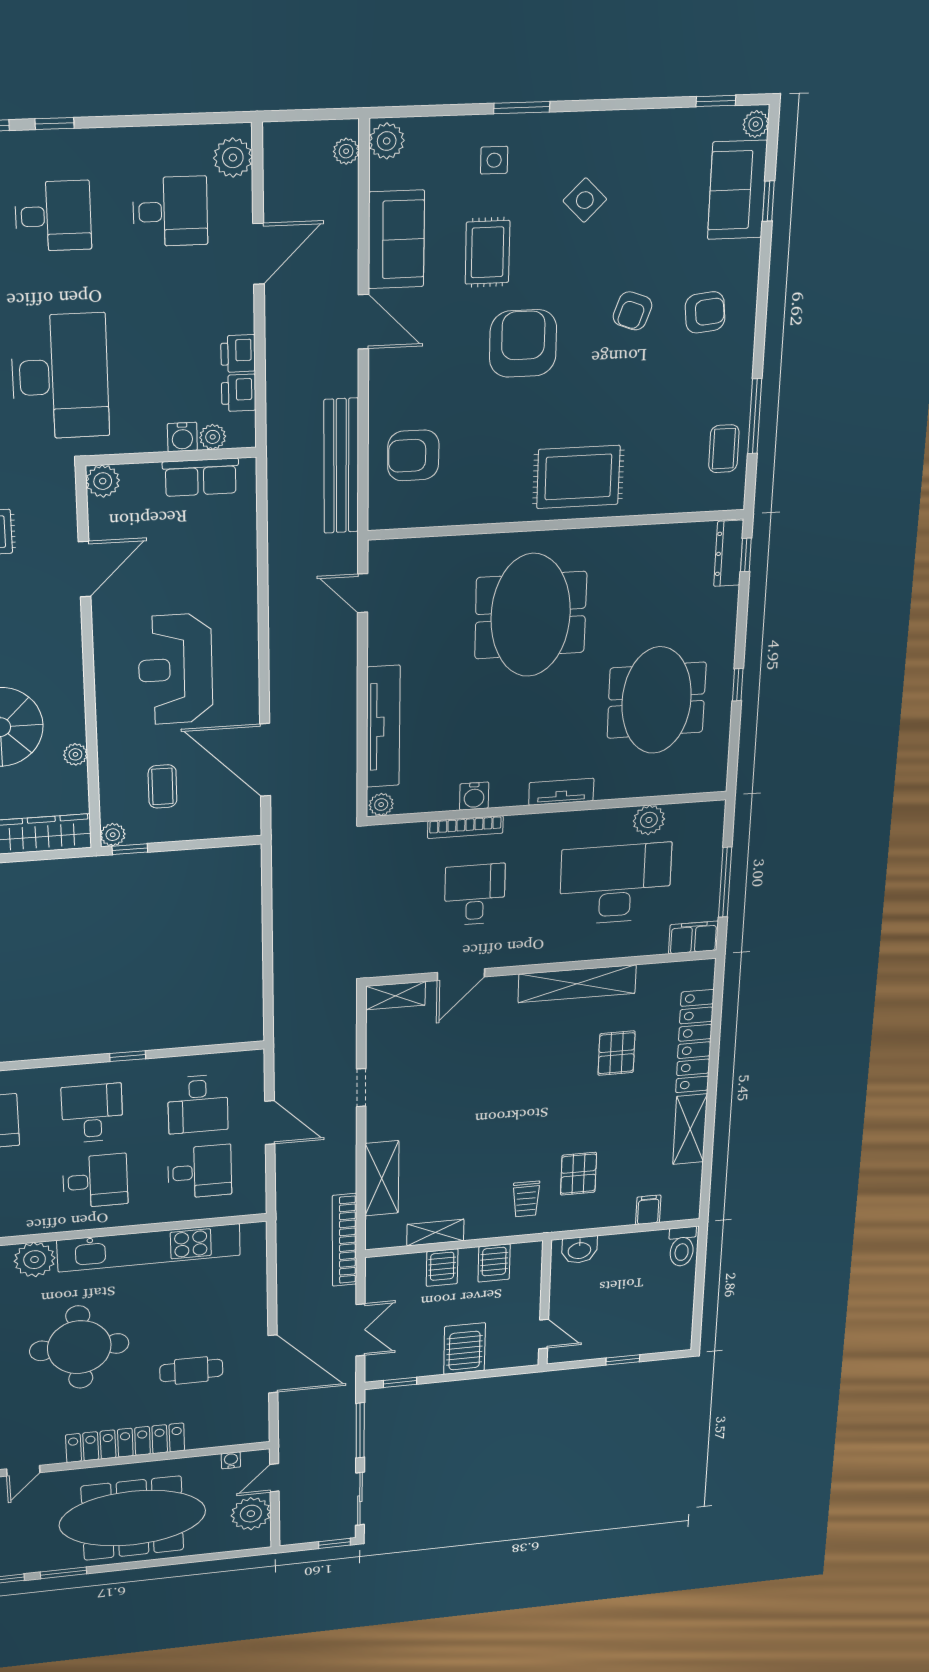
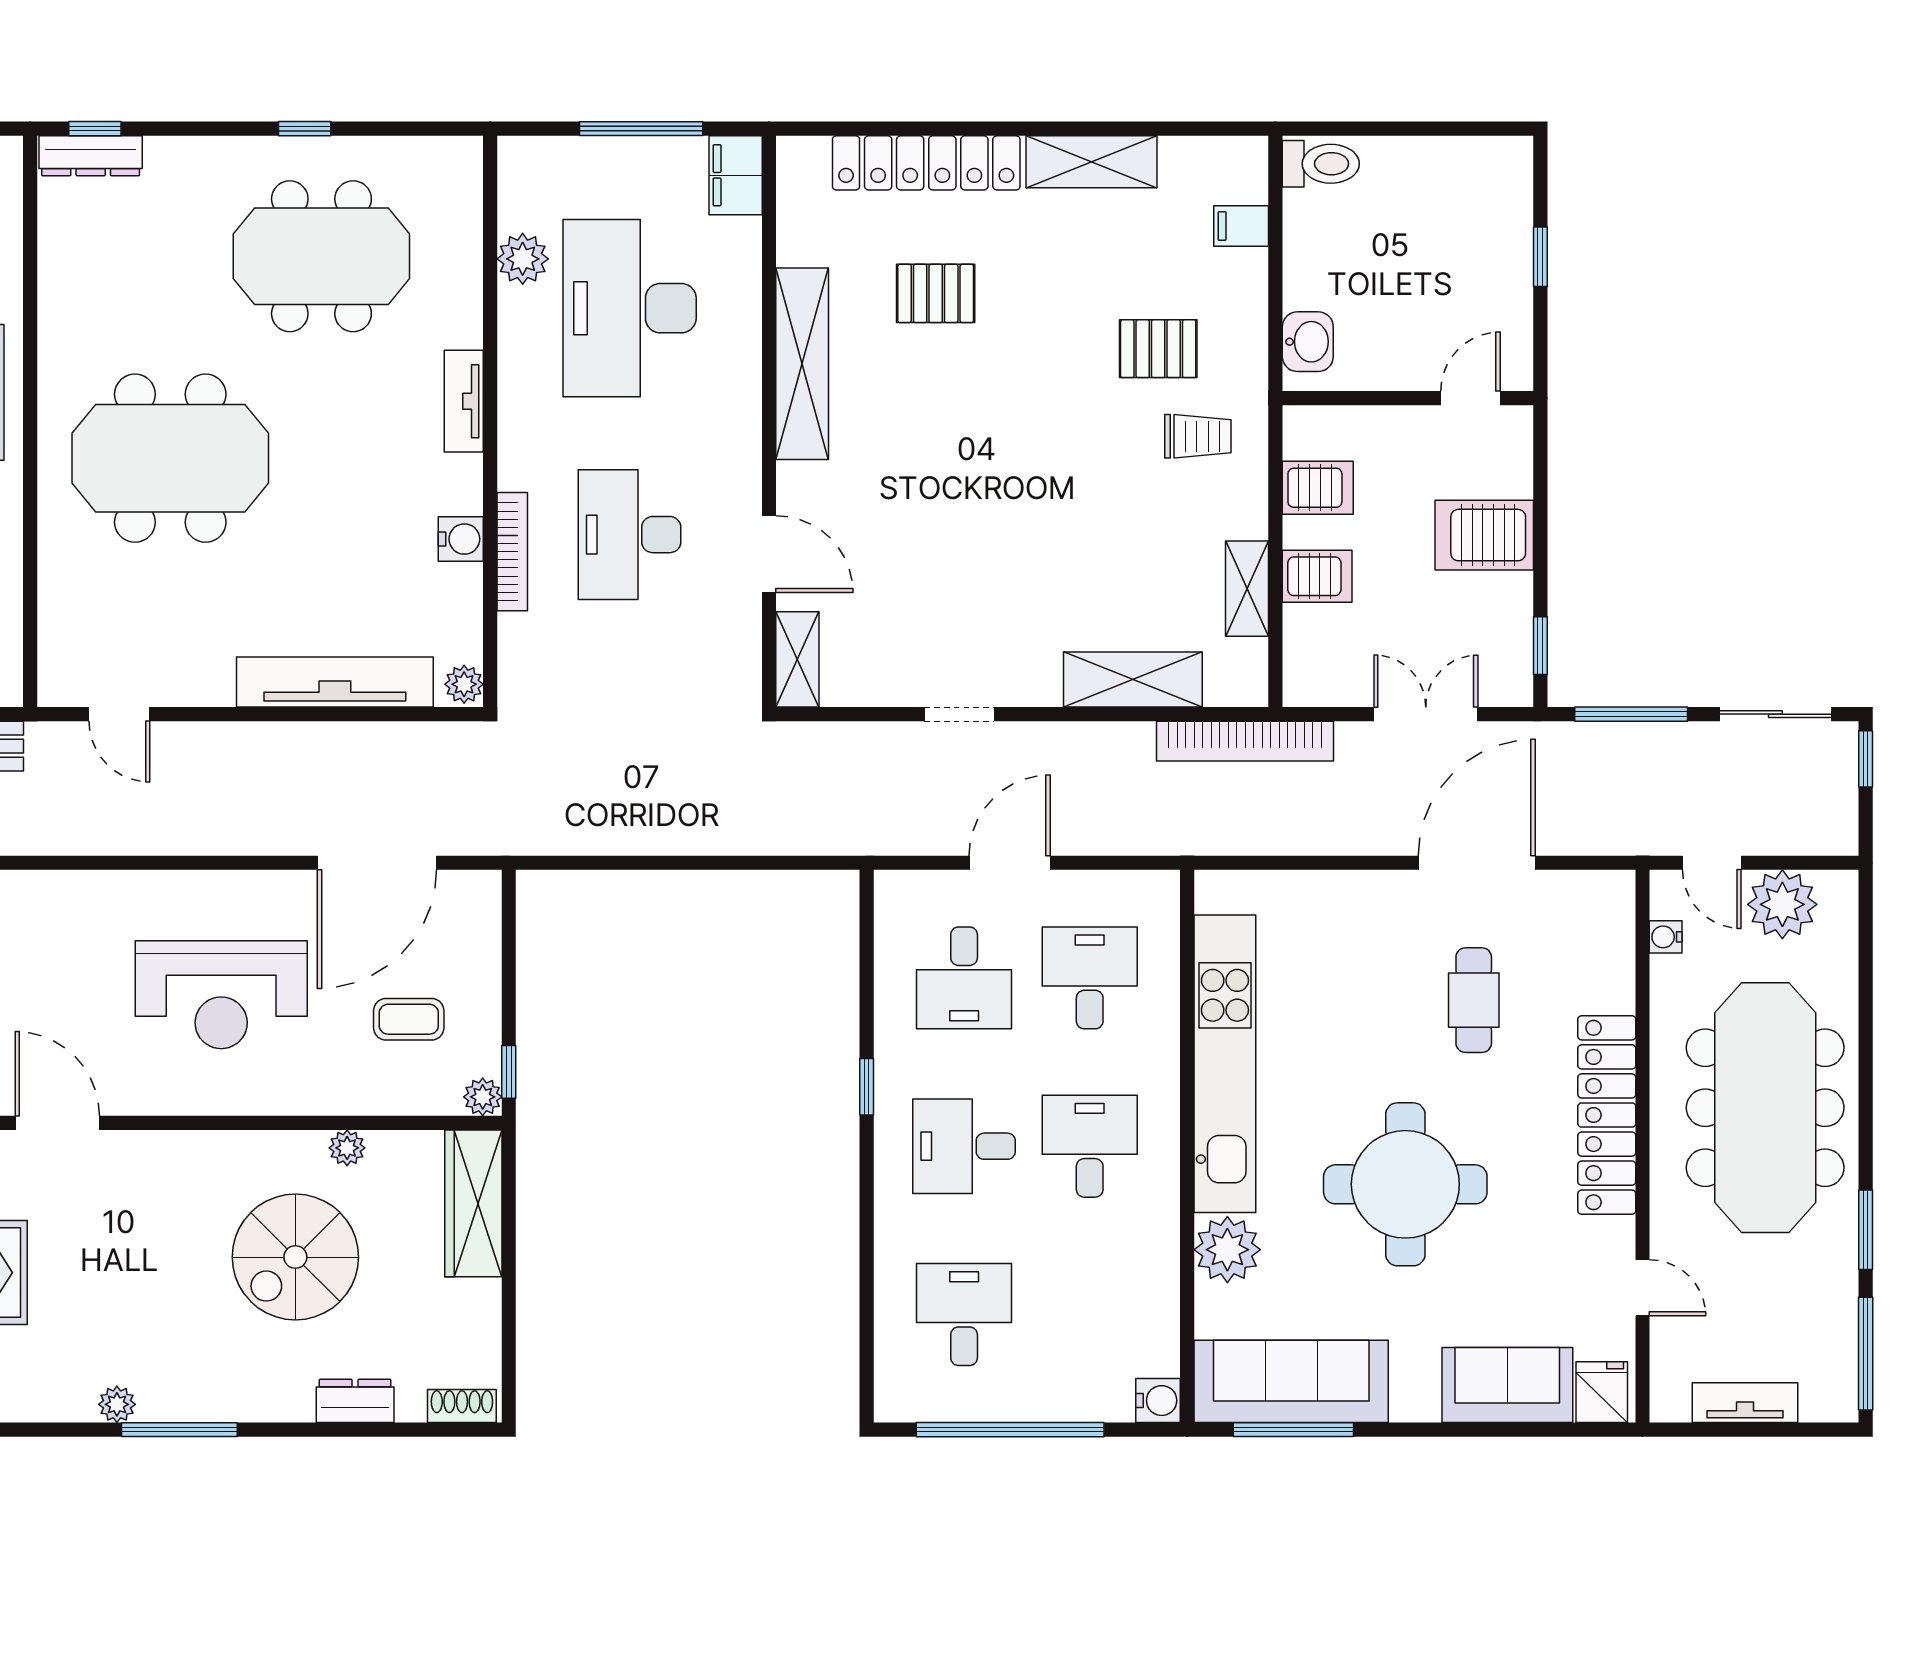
door: (363, 593) -> (119, 714), hinge flipped
desk: (475, 895) -> (630, 535), width x1.37
desk: (198, 1104) -> (964, 978), turned 90

